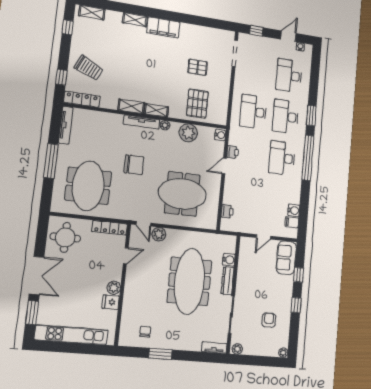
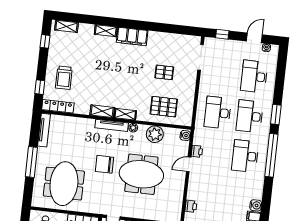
trolley: (89, 68) -> (64, 78), turned 65
pallet: (197, 104) -> (164, 107), turned 90
chair: (134, 165) -> (105, 164), turned 180
meeting table: (182, 194) -> (141, 174), moved

